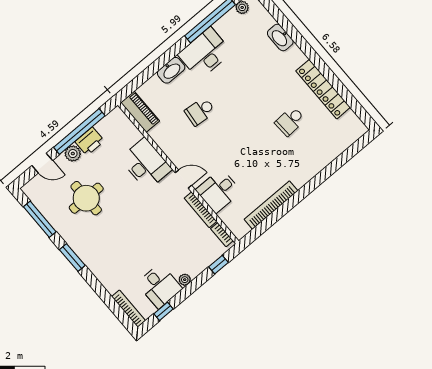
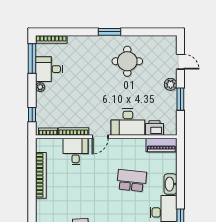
school desk: (200, 111) -> (132, 181), width x1.85
window: (79, 132) -> (180, 99), width x0.47
printer: (90, 141) -> (155, 128), moved, turned 90
door: (42, 163) -> (180, 62), swing flipped
round table: (86, 198) -> (127, 61), moved
window: (40, 219) -> (148, 32), removed
window: (163, 311) -> (32, 59), width x2.17

